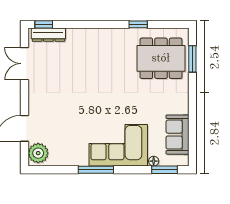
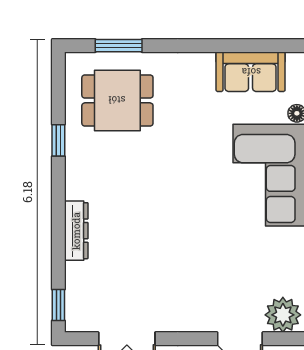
dresser: (48, 35) -> (76, 231), moved
dining table: (161, 58) -> (117, 100), width x0.73

